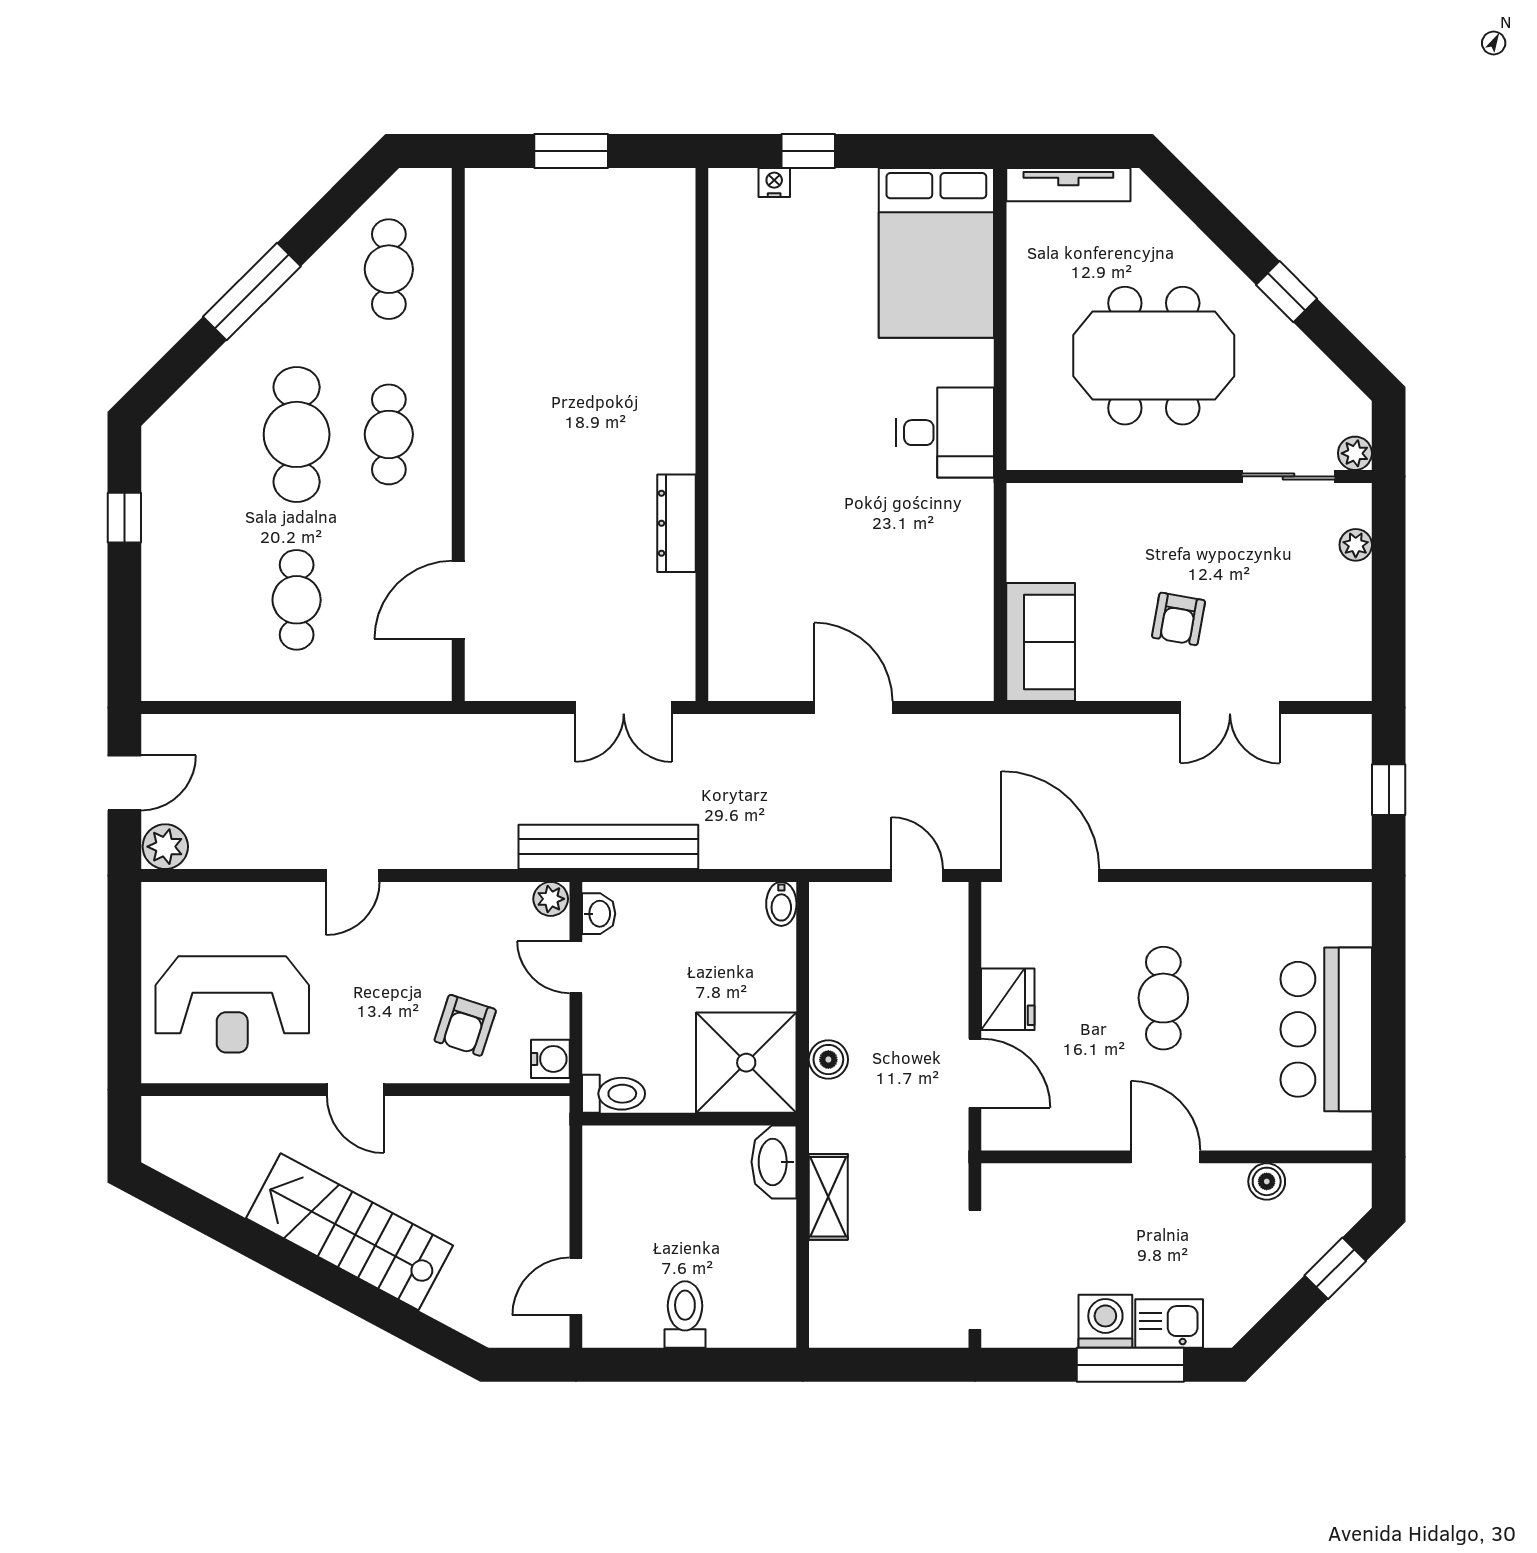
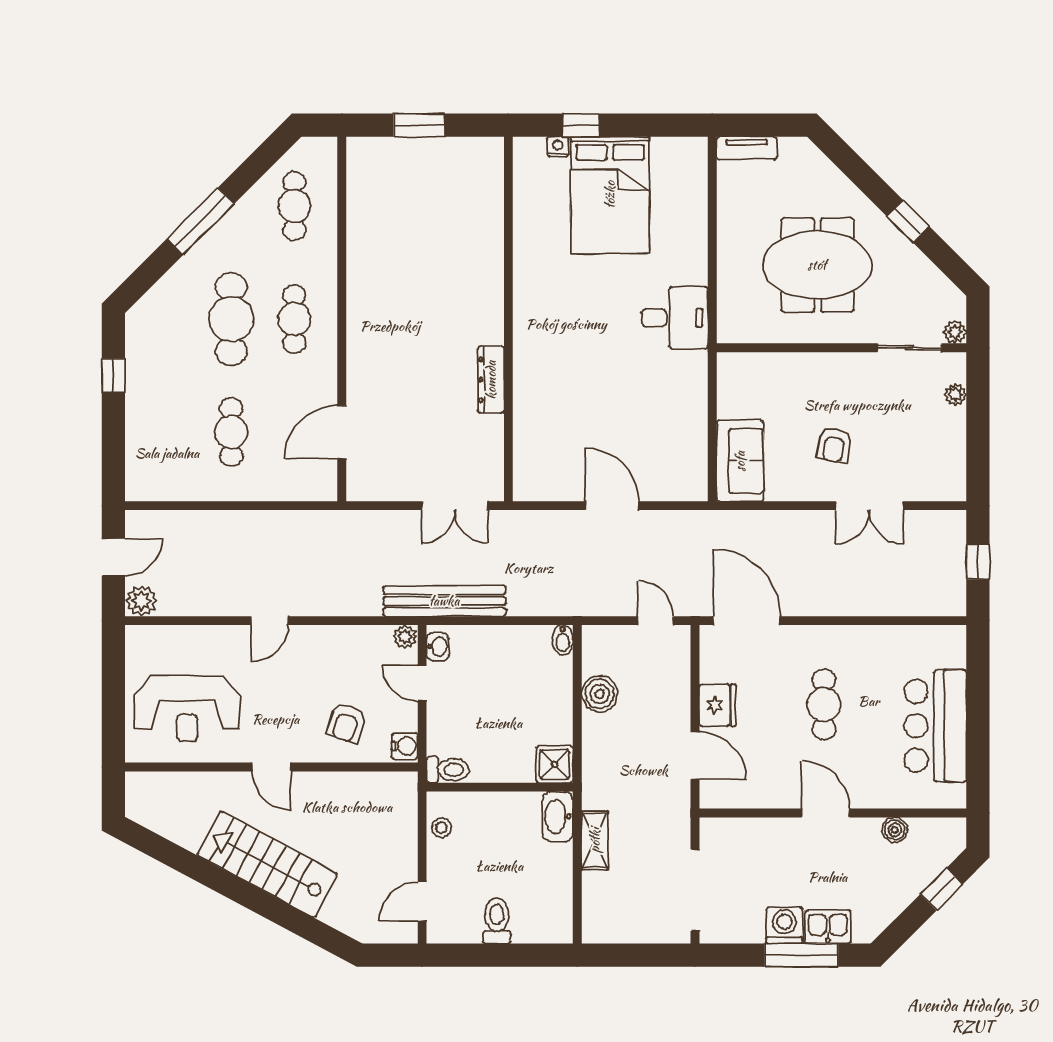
tv unit: (1068, 185) -> (747, 148), width x0.71
bed: (936, 253) -> (610, 195), moved
boiler: (828, 1060) -> (600, 694), moved, width x1.36, depth x1.36
shower: (746, 1063) -> (555, 764), width x0.54, depth x0.54
stool: (604, 1178) -> (442, 828), added

